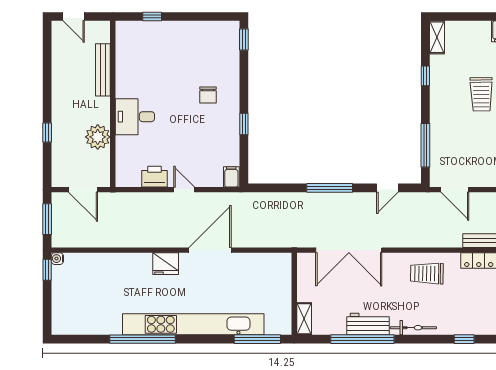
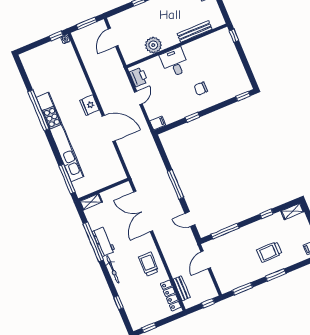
bench: (103, 70) -> (195, 31), moved
wall: (113, 104) -> (177, 46), moved
desk: (135, 117) -> (175, 62), moved
plant: (98, 137) -> (153, 45), moved

